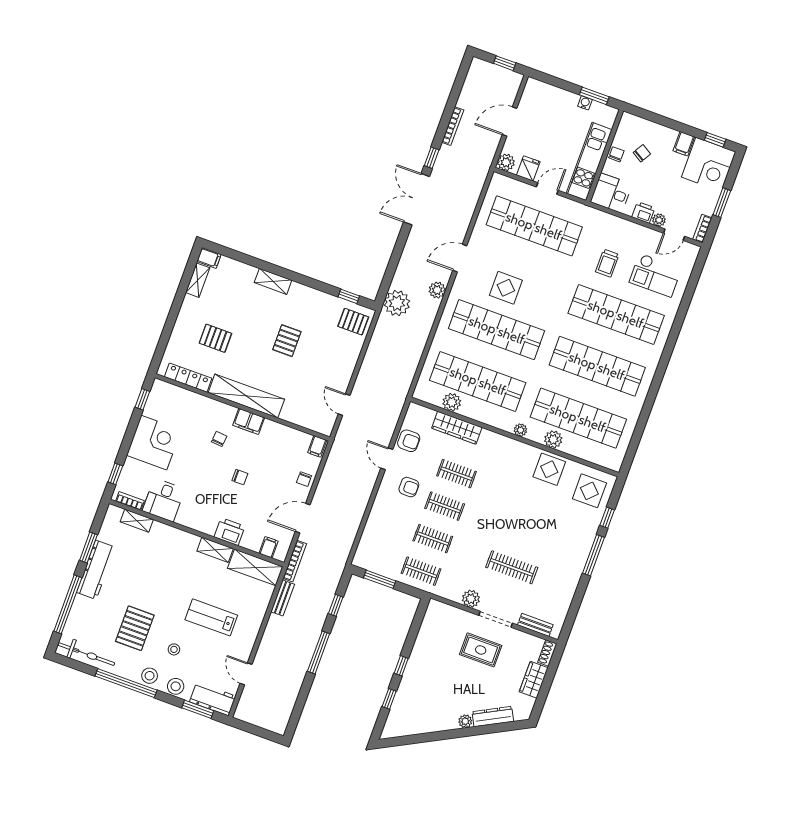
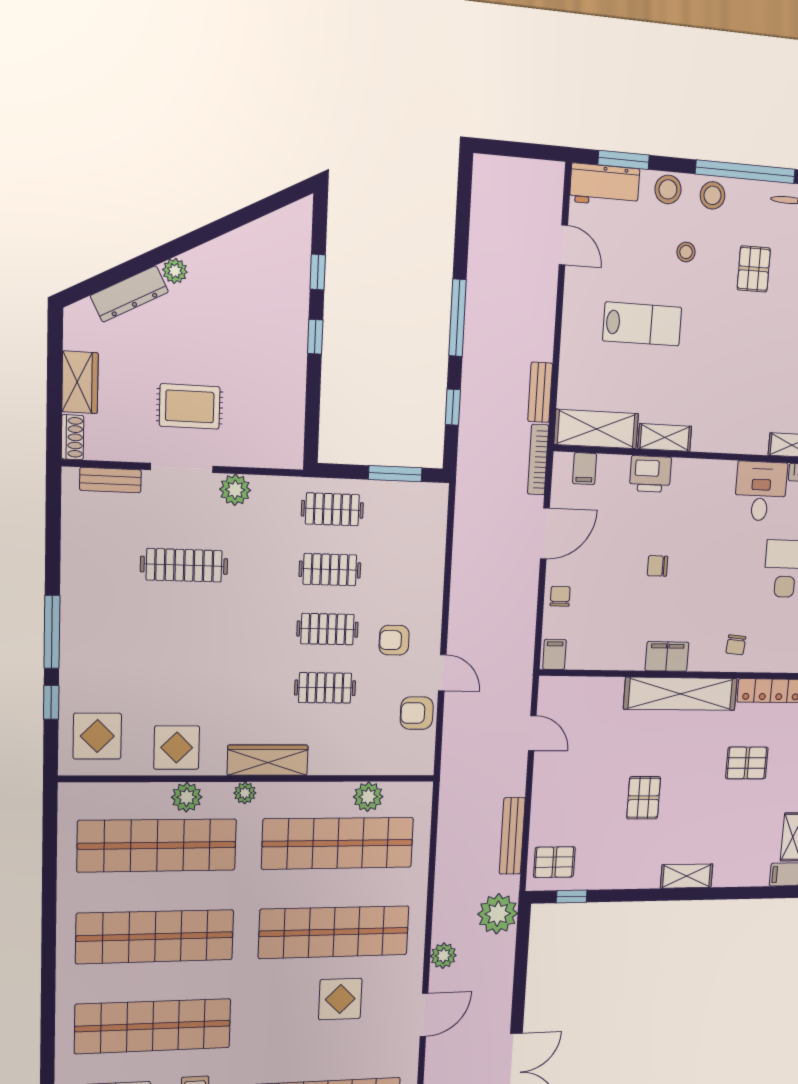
bench: (374, 347) -> (512, 836), added
wardrobe: (457, 428) -> (268, 760), moved
chair: (219, 439) -> (736, 645), moved
pallet: (135, 628) -> (754, 269), width x0.67, depth x0.71

